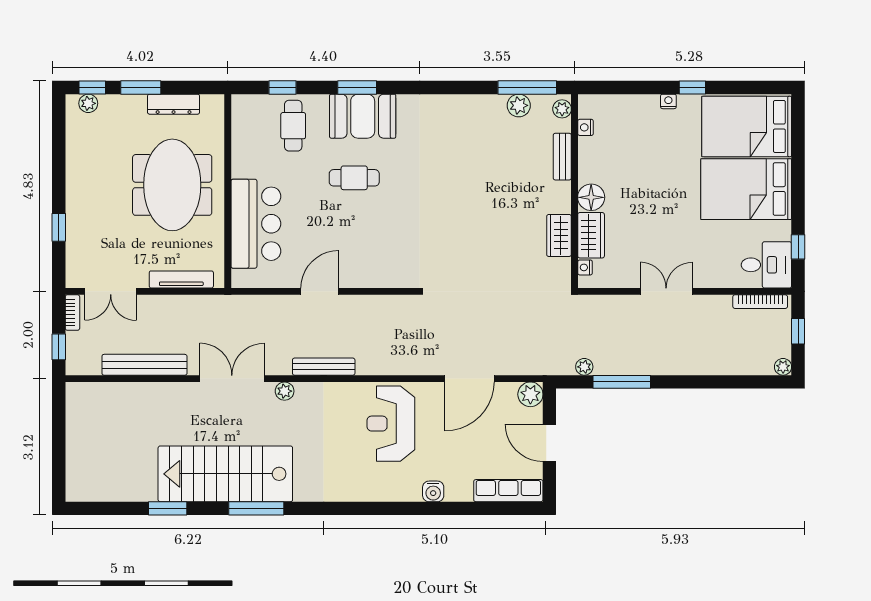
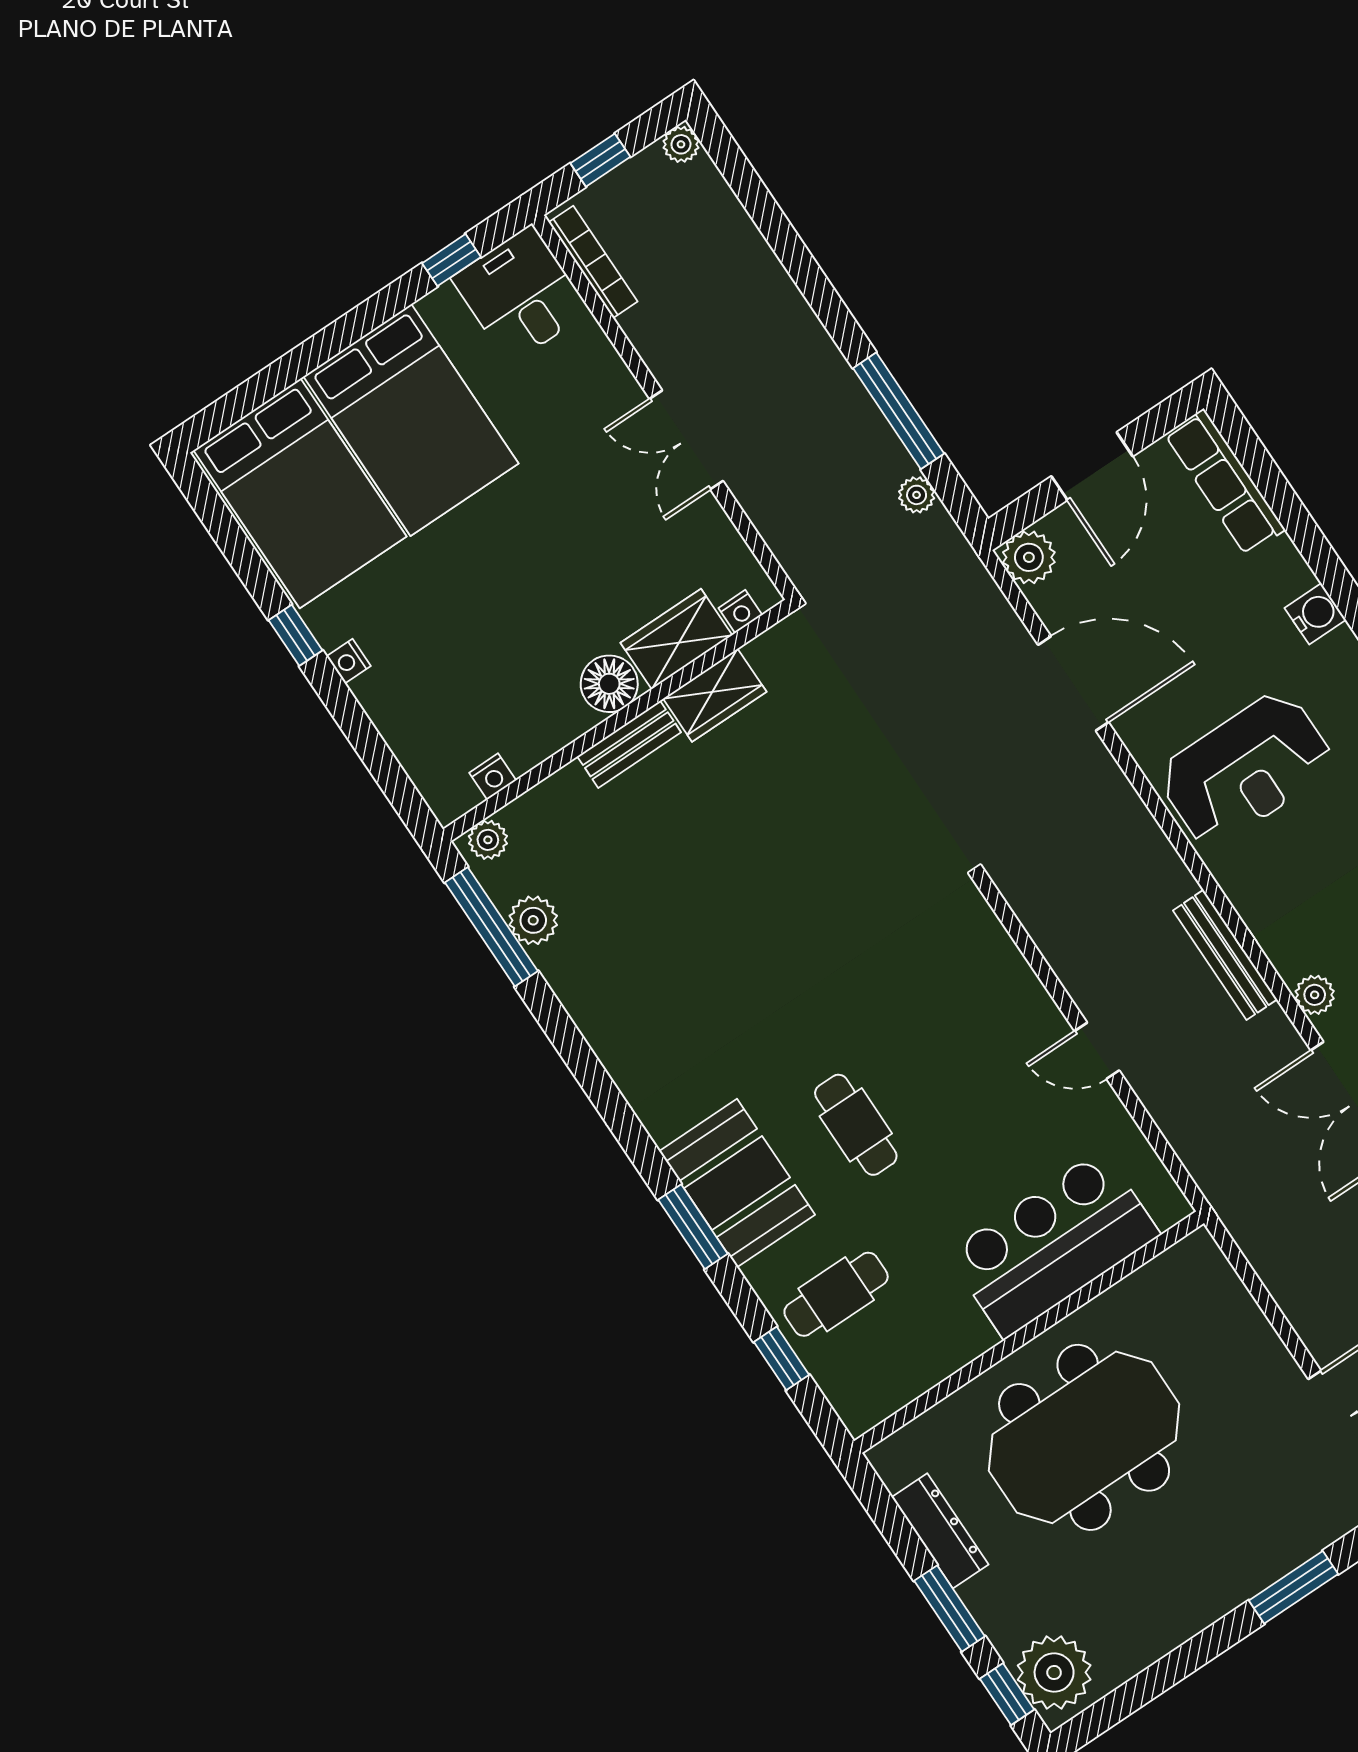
plant: (88, 103) -> (1054, 1673), width x1.88, depth x1.88
bench: (562, 157) -> (629, 744), moved
window: (59, 227) -> (1293, 1587), width x1.50
tv unit: (181, 279) -> (1240, 1309), removed
door: (320, 291) -> (1097, 1051), width x0.73

